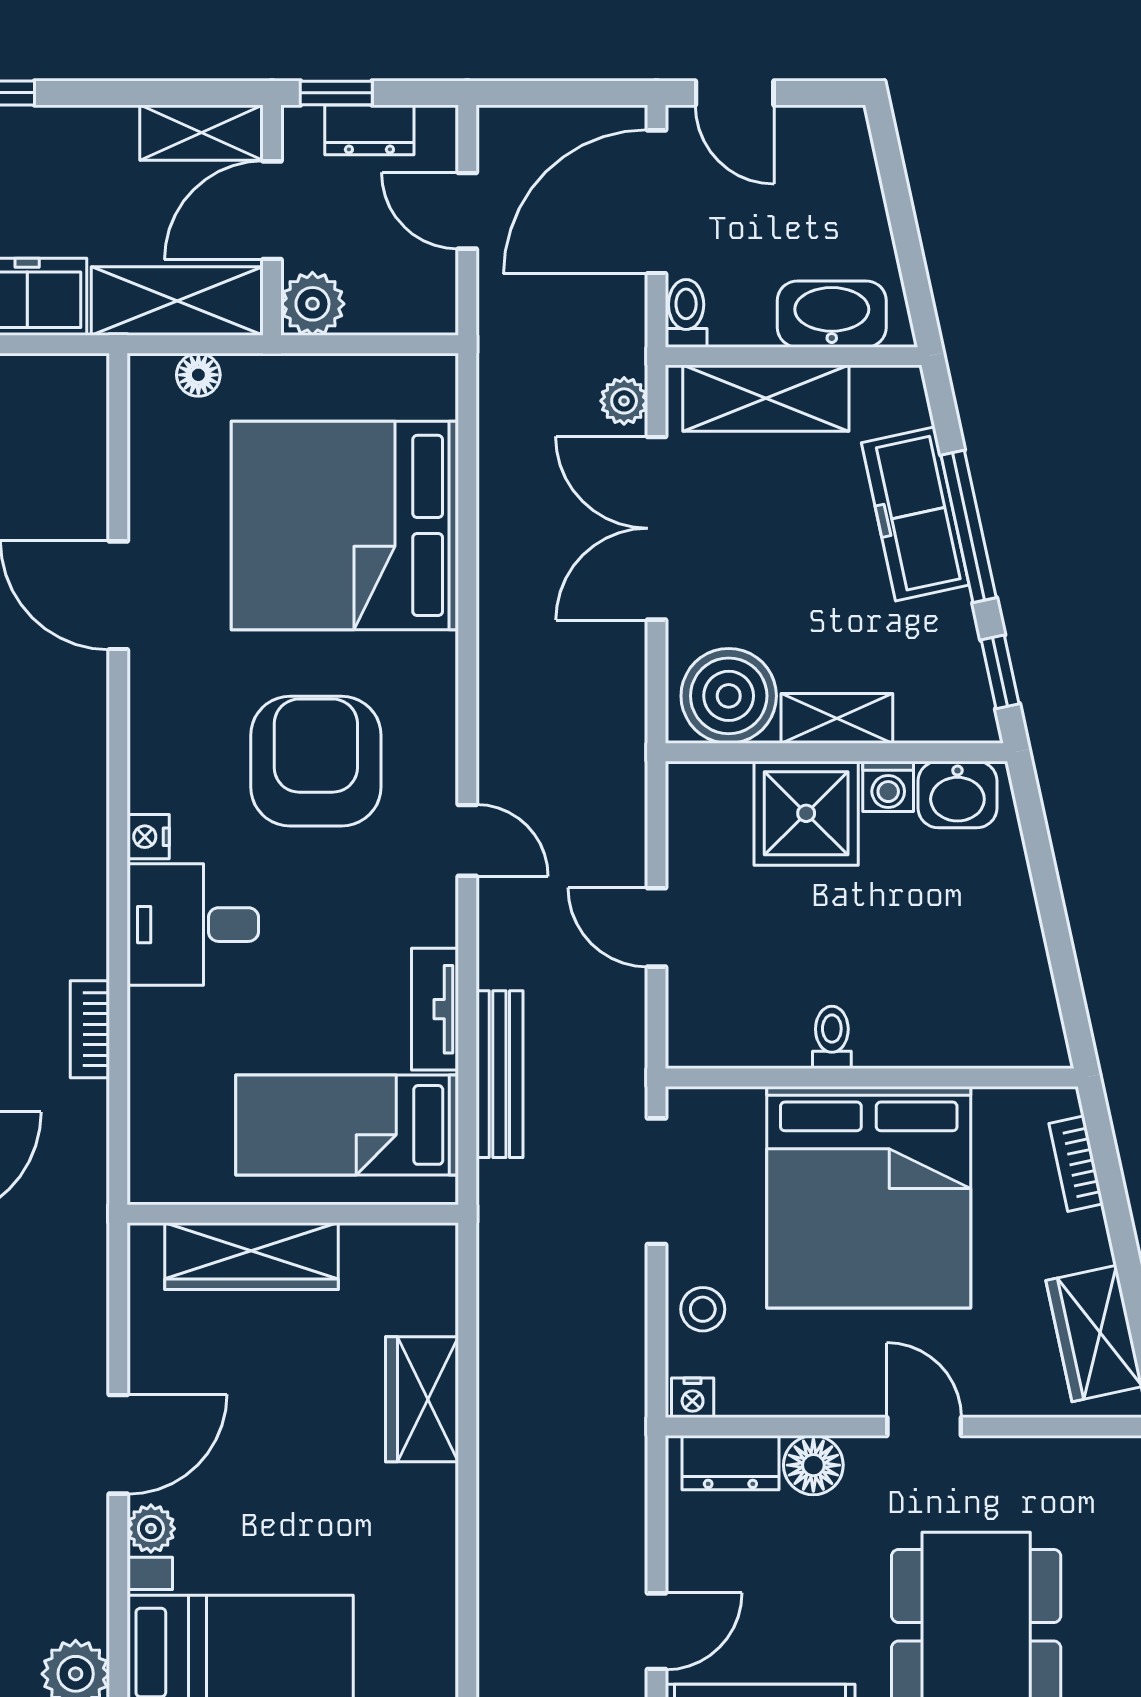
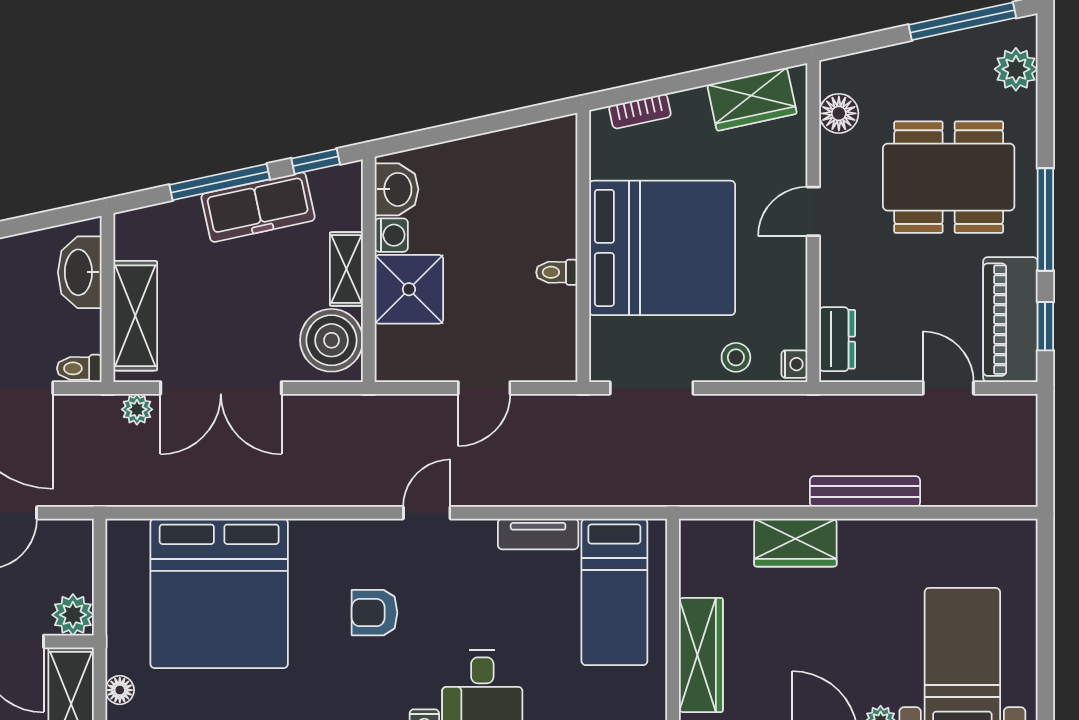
freezer: (915, 514) -> (258, 207), moved
armchair: (316, 761) -> (375, 613), width x0.53, depth x0.53
bench: (499, 1074) -> (865, 491), moved
floor lamp: (813, 1465) -> (839, 113), moved

